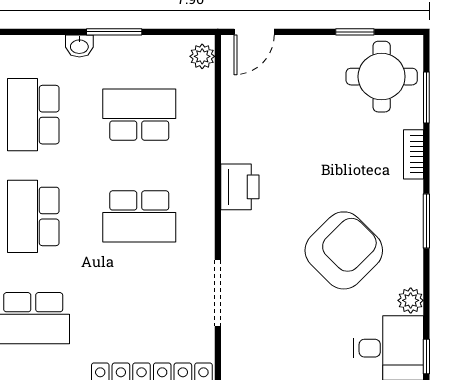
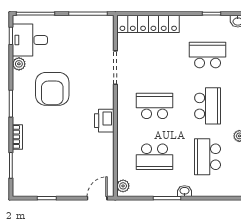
round table: (382, 77) -> (33, 176), removed
school desk: (33, 115) -> (208, 157), turned 180
armchair: (344, 250) -> (52, 89), turned -45

